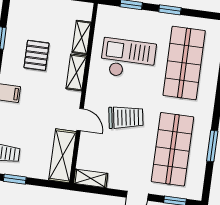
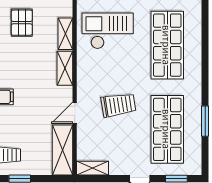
pallet: (36, 55) -> (22, 23), moved
checkout: (128, 59) -> (108, 31), moved
door: (80, 119) -> (75, 113), swing flipped

